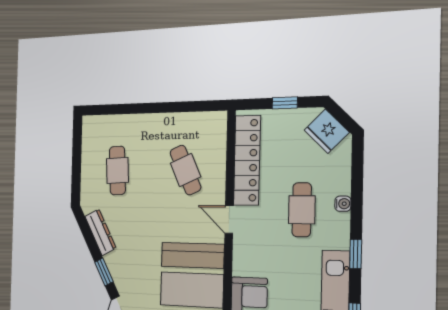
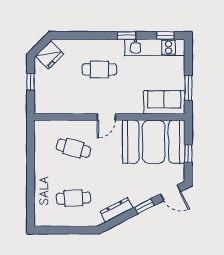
locker: (247, 160) -> (67, 106), removed
cafe table: (185, 170) -> (73, 148), turned 39
water cooler: (343, 204) -> (95, 44), removed

